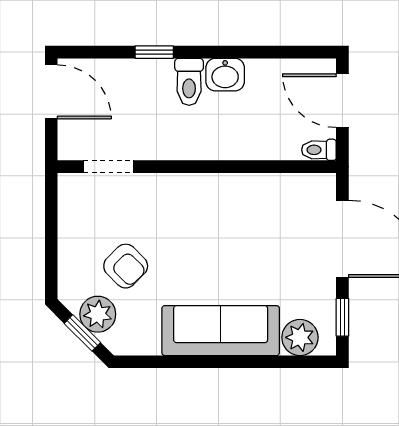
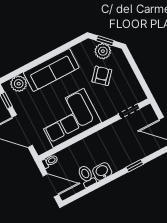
toilet: (189, 82) -> (87, 176), moved
corner sofa: (237, 217) -> (68, 118), added
armchair: (126, 266) -> (102, 76), turned 86

